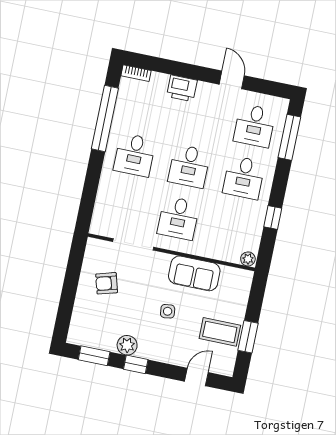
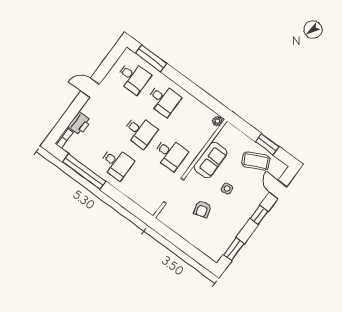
door: (232, 80) -> (90, 88), moved
printer: (182, 88) -> (80, 124), moved
window: (273, 218) -> (198, 93), removed
armchair: (107, 283) -> (202, 209), moved
coffee table: (220, 332) -> (256, 161), turned 64
plant: (127, 345) -> (237, 225), removed
window: (136, 364) -> (259, 215), moved

